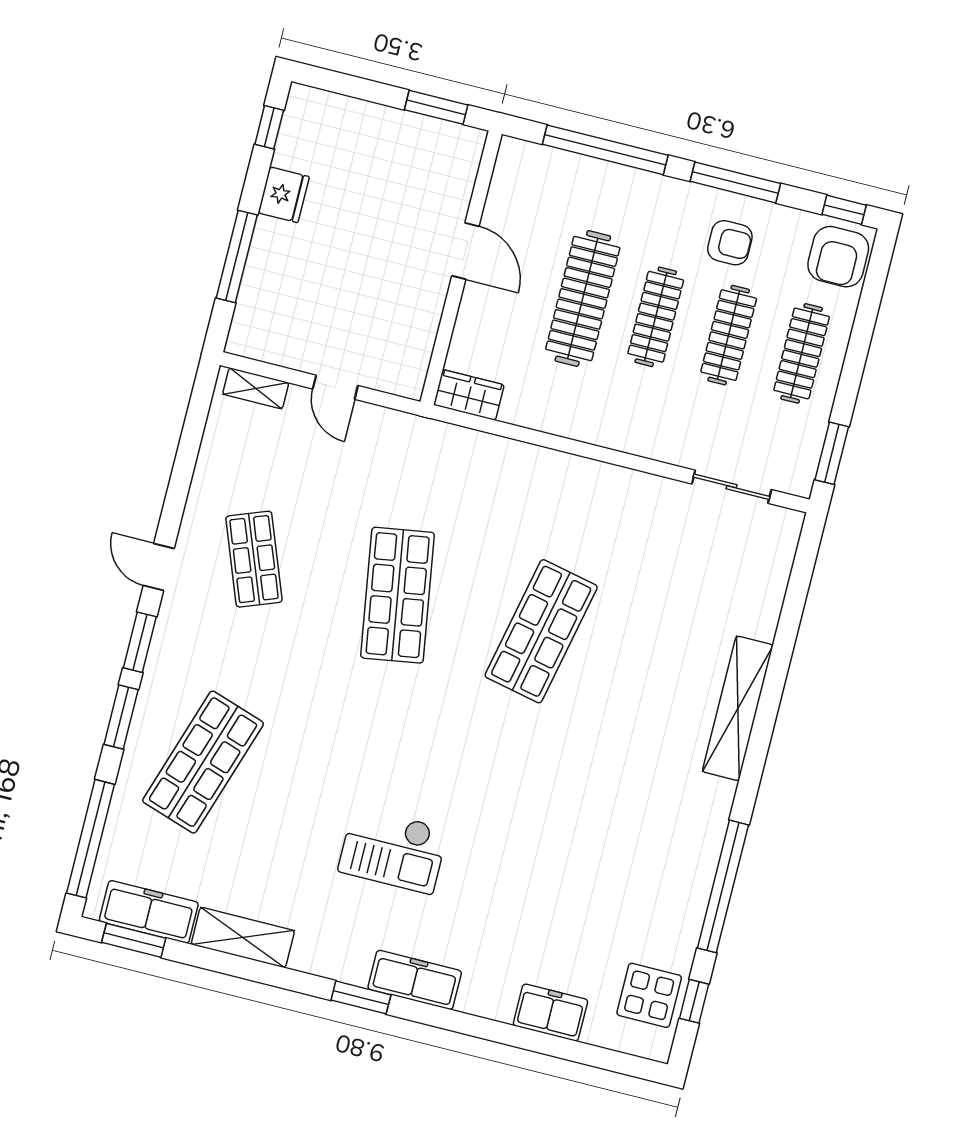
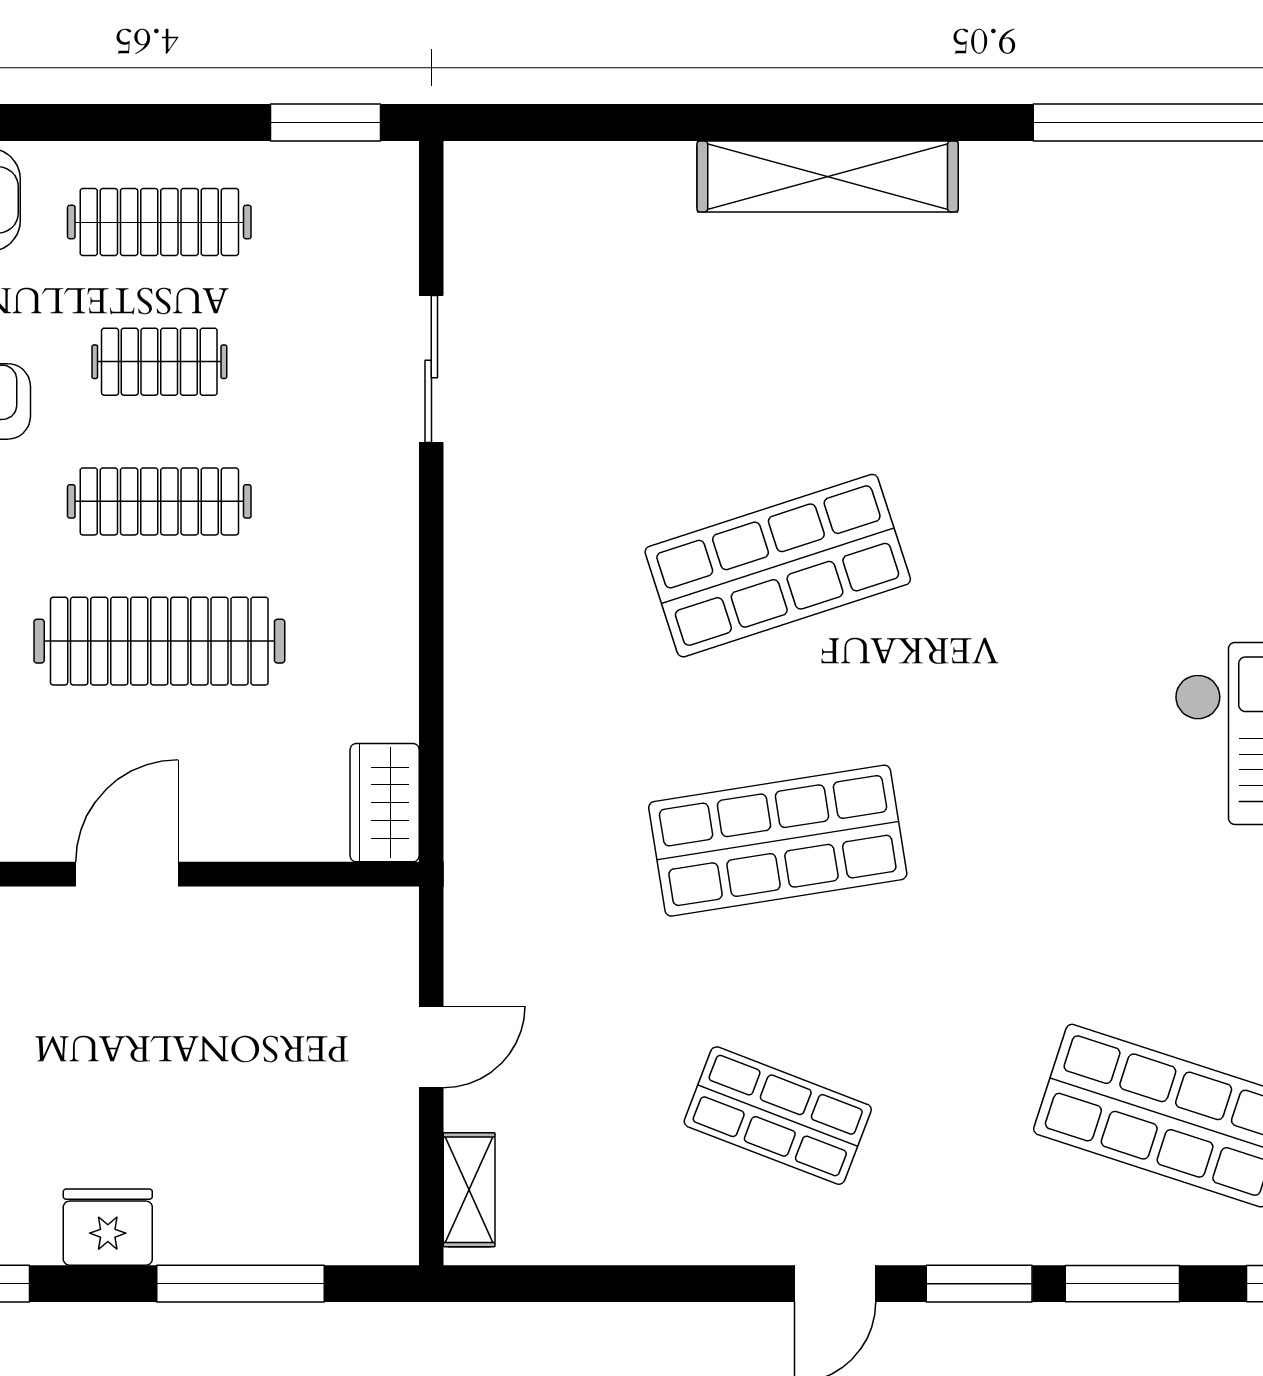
clothes rail: (729, 335) -> (159, 362), width x0.73
sliding door: (732, 487) -> (431, 369), moved
shop shelf: (254, 559) -> (778, 1116), turned 42
shop shelf: (541, 631) -> (778, 566), turned -30

